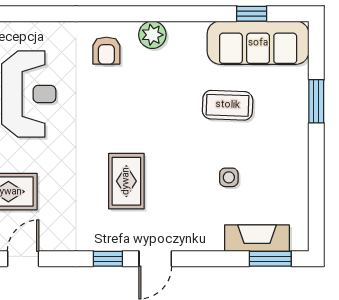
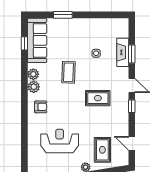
plant: (181, 34) -> (33, 74), added
coffee table: (228, 105) -> (69, 72), moved
fireplace: (257, 238) -> (123, 52), moved
window: (270, 259) -> (132, 54), moved

